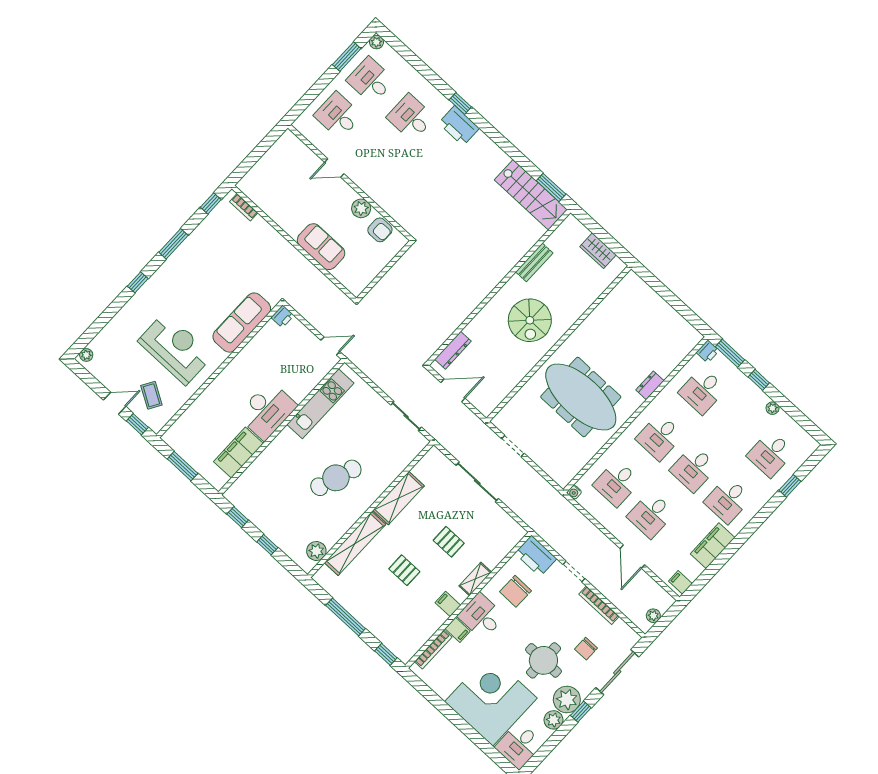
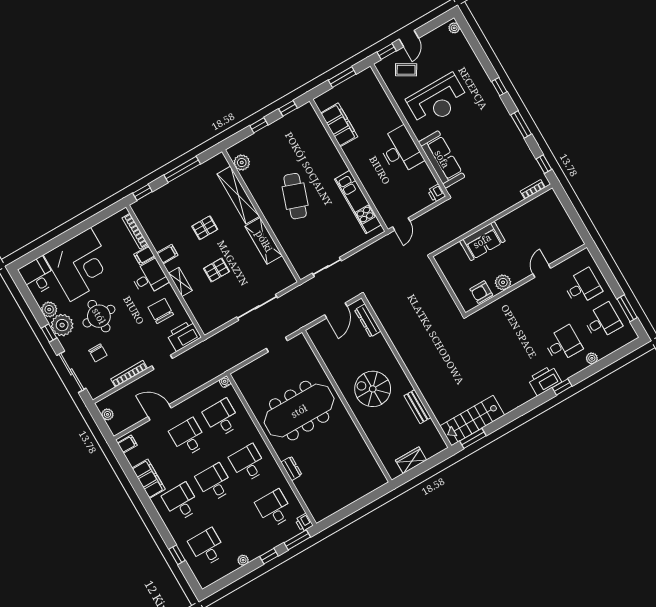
plant: (376, 42) -> (592, 358), moved
desk: (267, 411) -> (400, 150), moved, turned 180
chair: (586, 649) -> (98, 353), turned 180

